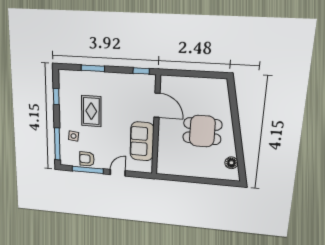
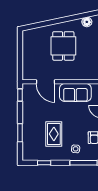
door: (157, 105) -> (46, 82), swing flipped
rug: (91, 111) -> (54, 134), turned 90

